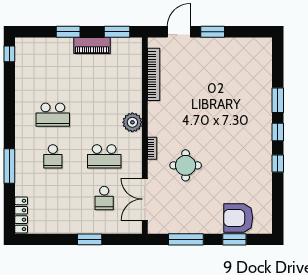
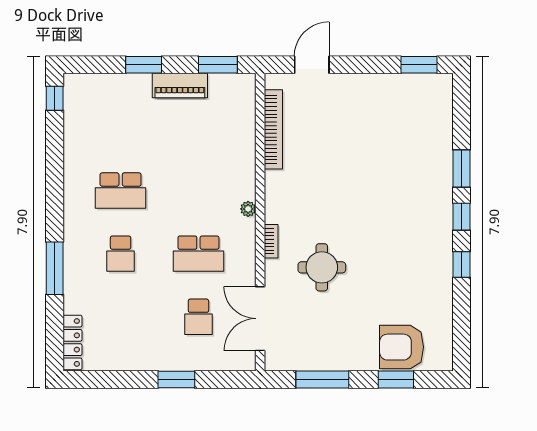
window: (213, 32) -> (419, 65), moved
plant: (132, 122) -> (248, 209), width x0.53, depth x0.53

